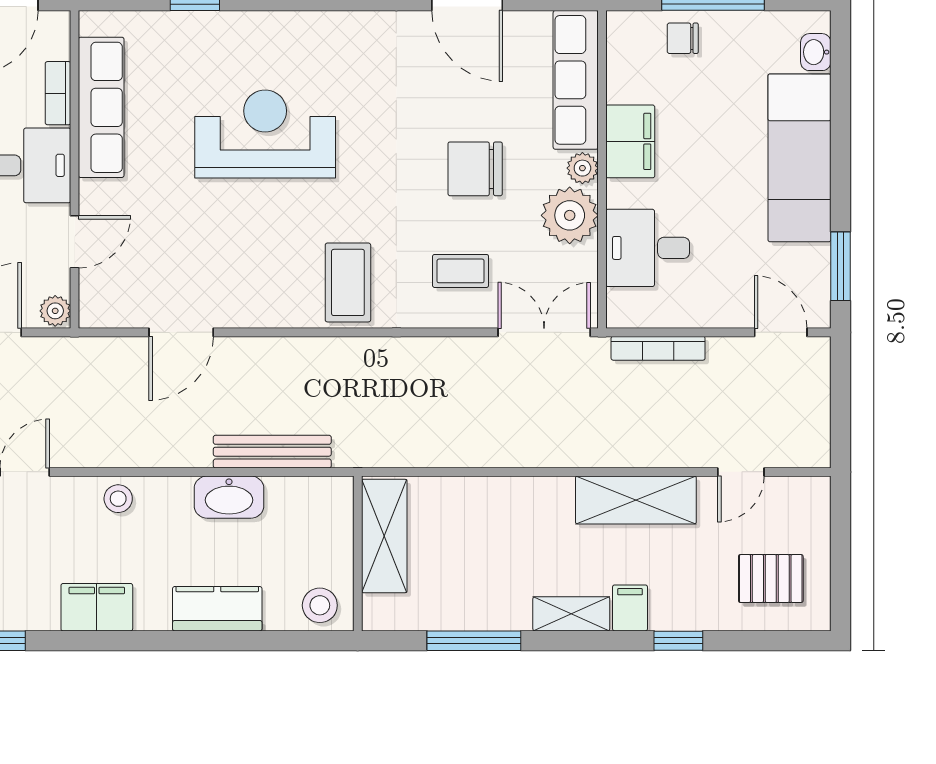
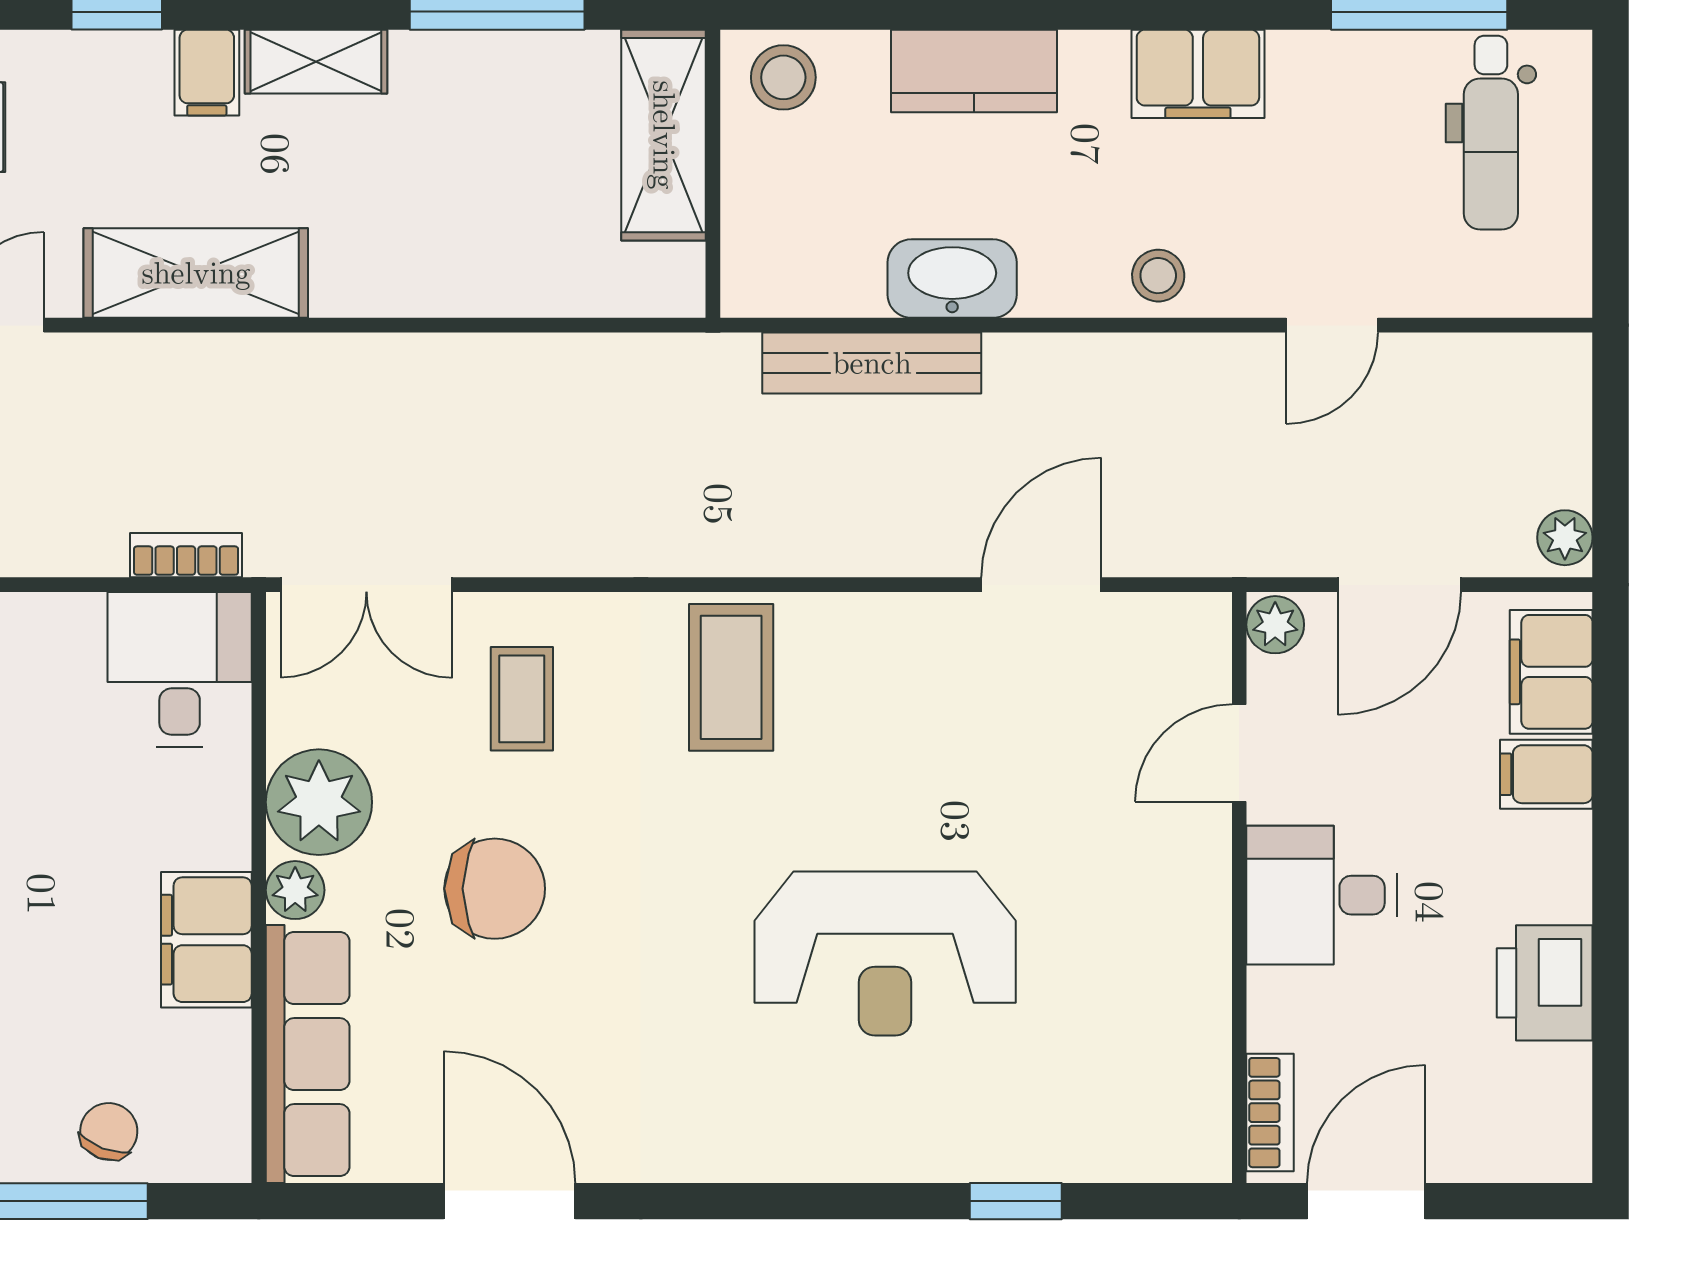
chair: (683, 38) -> (109, 1131), turned -69
bookcase: (58, 93) -> (1270, 1113), moved
row of seats: (101, 107) -> (1190, 1003), removed
desk: (648, 248) -> (180, 670), moved, turned -90
coffee table: (461, 271) -> (522, 699), turned 90
bookcase: (658, 348) -> (186, 555), width x0.64
shelving: (384, 536) -> (664, 135), moved

